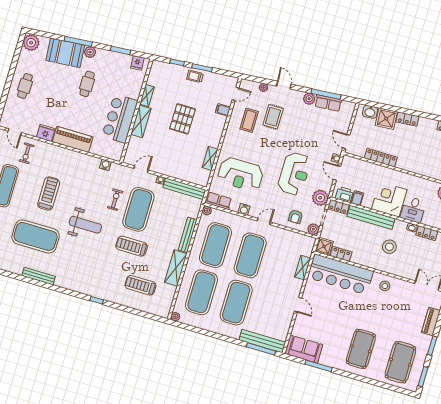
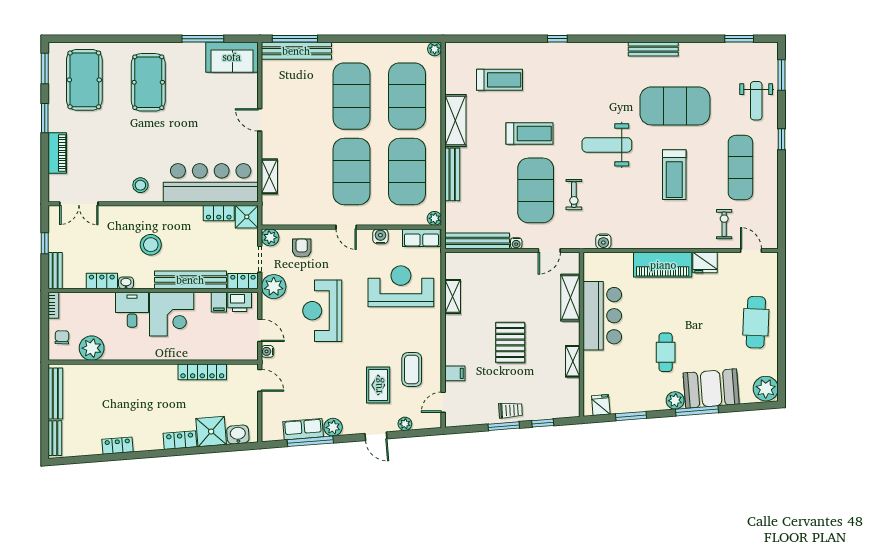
cafe table: (25, 86) -> (756, 322), width x1.37, depth x1.35
shelving: (141, 121) -> (570, 298), moved
door: (264, 222) -> (346, 227), hinge flipped

